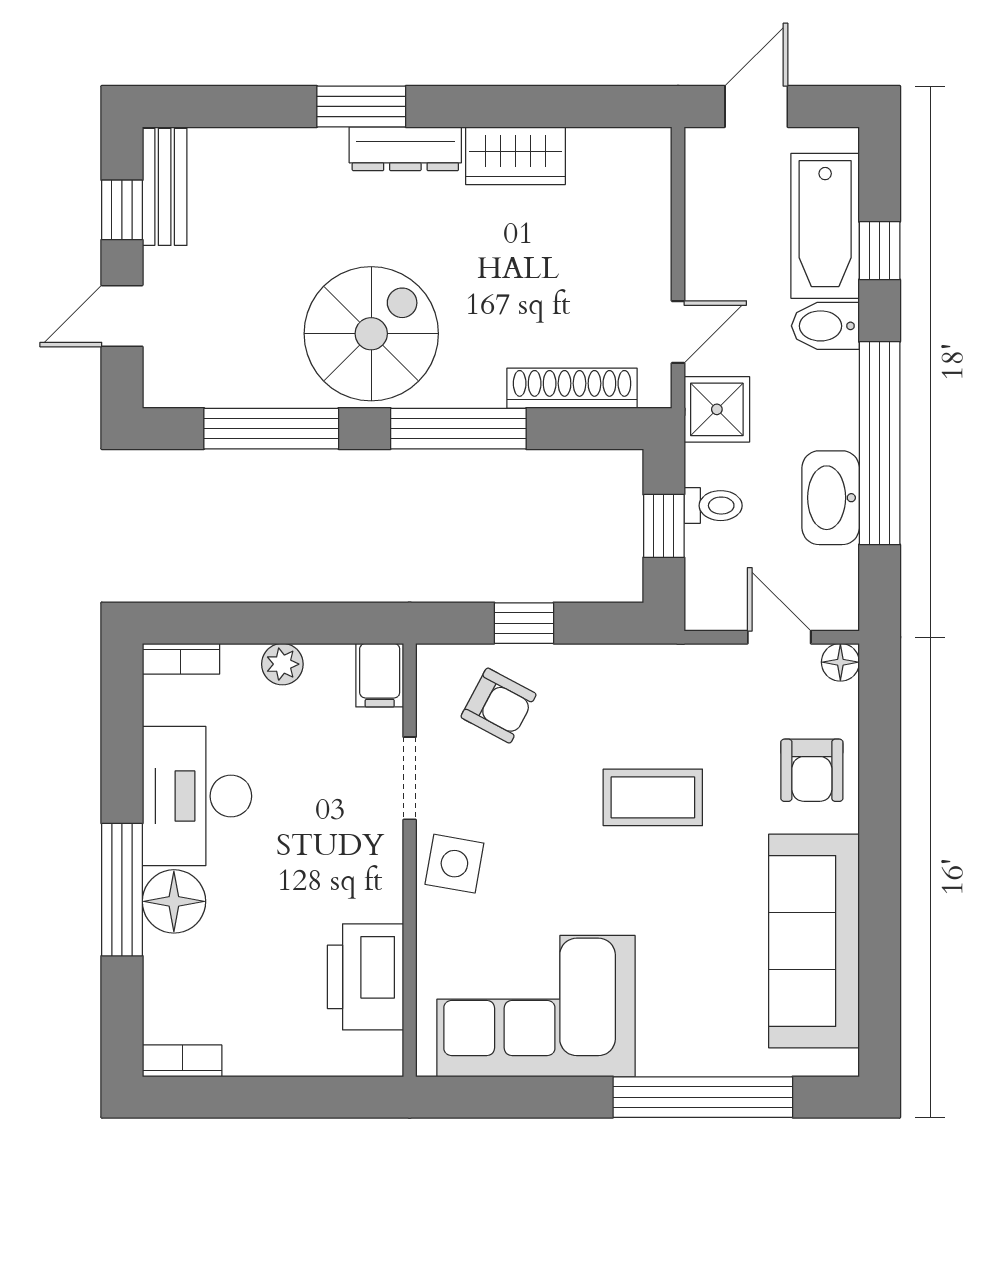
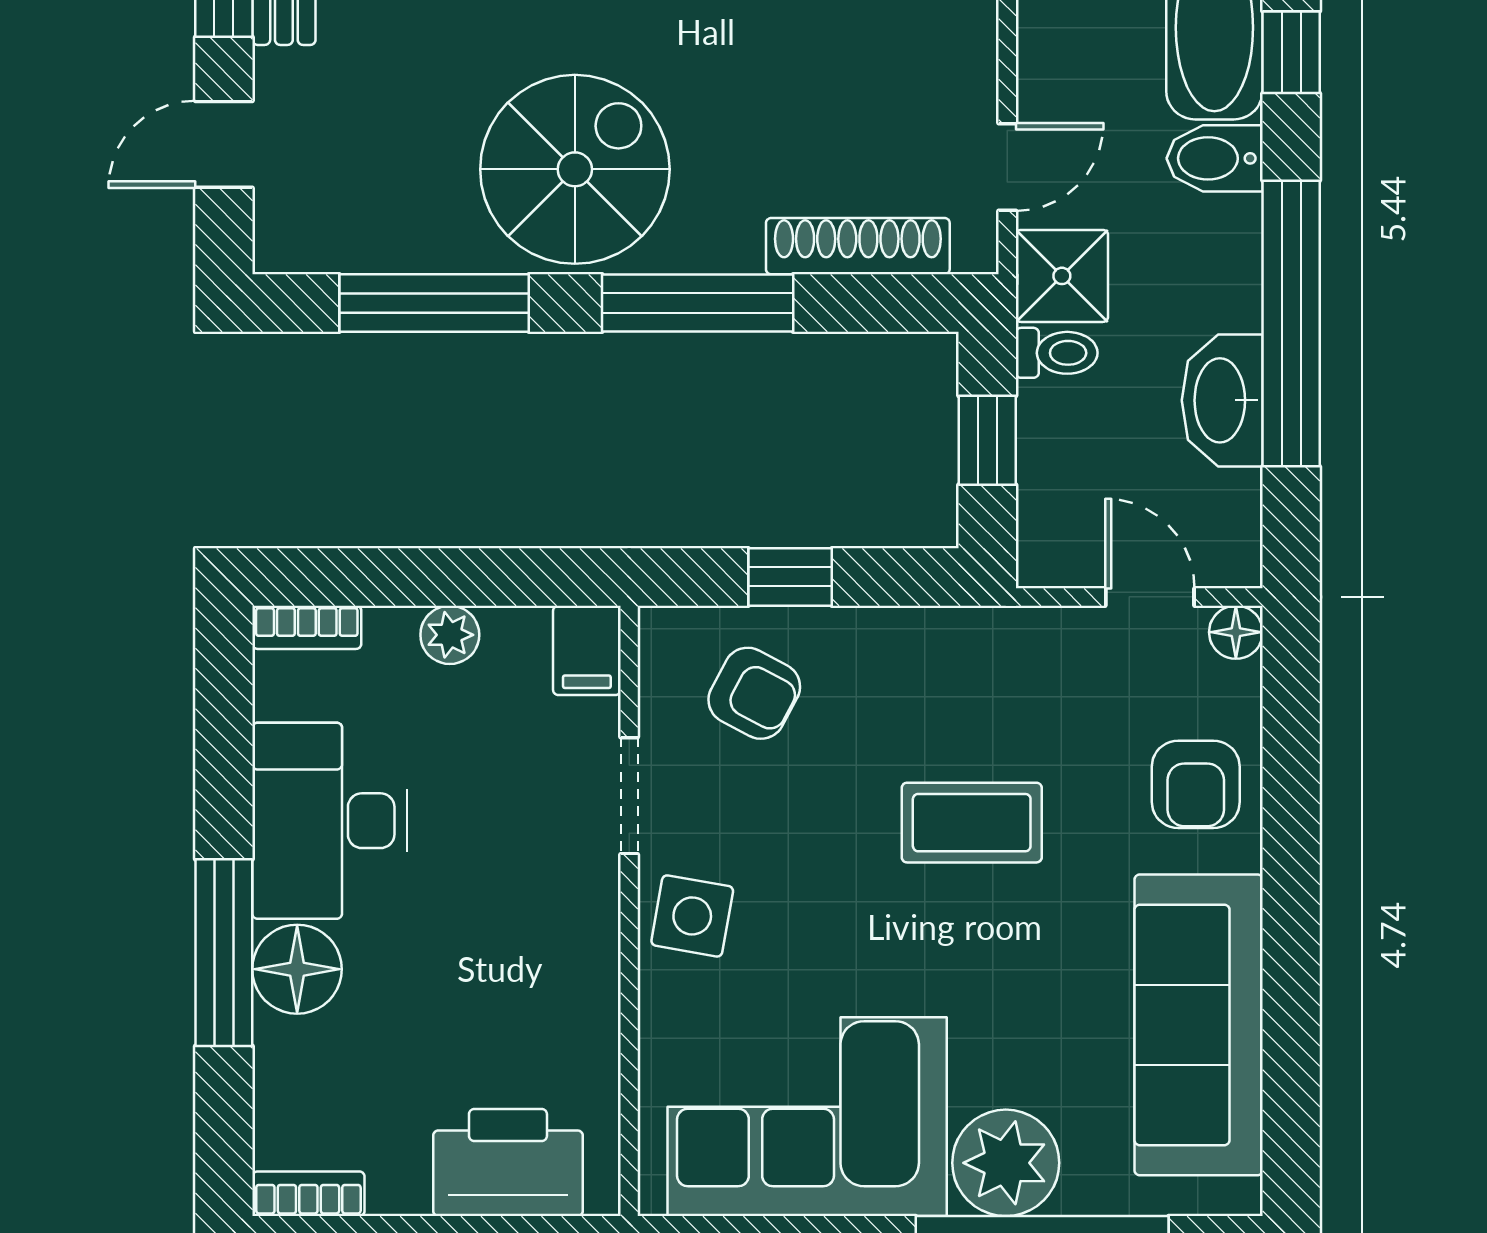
toilet: (713, 506) -> (1057, 353), moved
printer: (365, 977) -> (508, 1163), moved, turned 90
plant: (677, 1039) -> (1006, 1163), added

